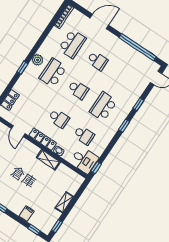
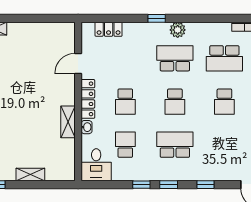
school desk: (84, 135) -> (125, 145), turned 180
window: (96, 168) -> (141, 185), moved

